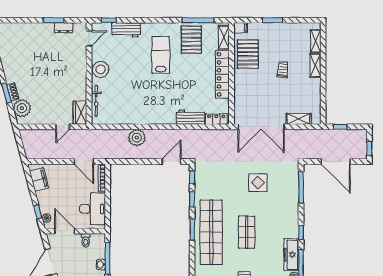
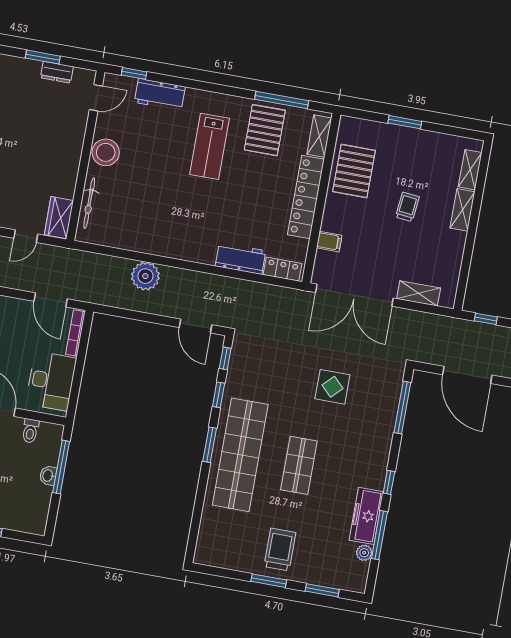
filing cabinet: (241, 28) -> (329, 242), moved
lab bench: (161, 55) -> (209, 146), turned 180
door: (171, 162) -> (196, 326), swing flipped

